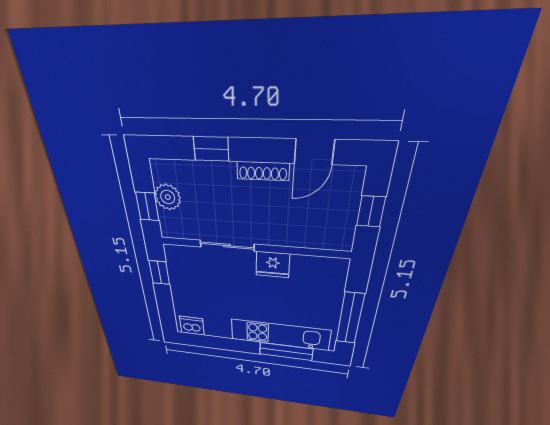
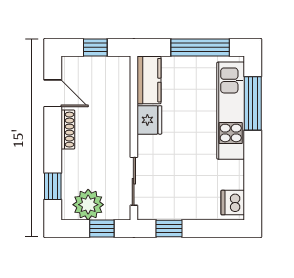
window: (211, 149) -> (53, 186), moved
plant: (168, 197) -> (88, 205), width x1.36, depth x1.36
sliding door: (227, 246) -> (134, 181), moved
kitchen counter: (319, 268) -> (149, 80), added

